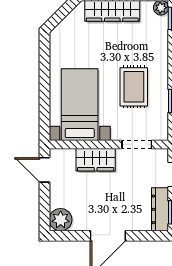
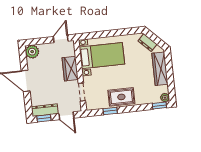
dresser: (67, 27) -> (147, 43), added
rug: (134, 87) -> (121, 97), moved

